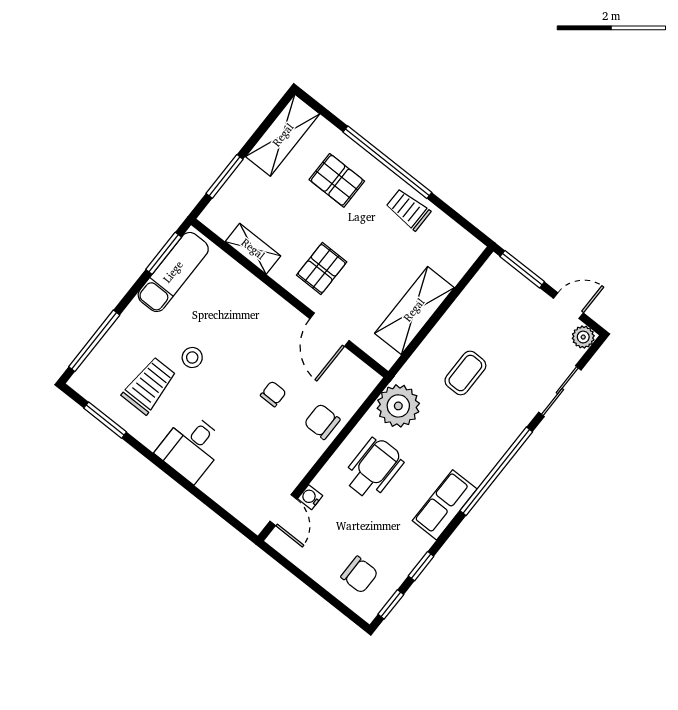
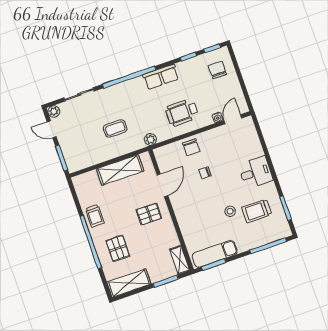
shelving: (253, 249) -> (180, 260), moved
plant: (398, 406) -> (150, 139), width x0.53, depth x0.53

